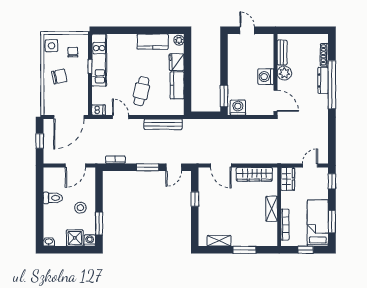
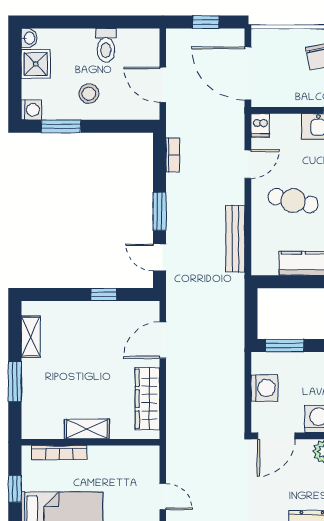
washing machine: (238, 108) -> (264, 388), moved
wardrobe: (288, 179) -> (139, 457), removed
shower: (75, 238) -> (36, 64), moved

